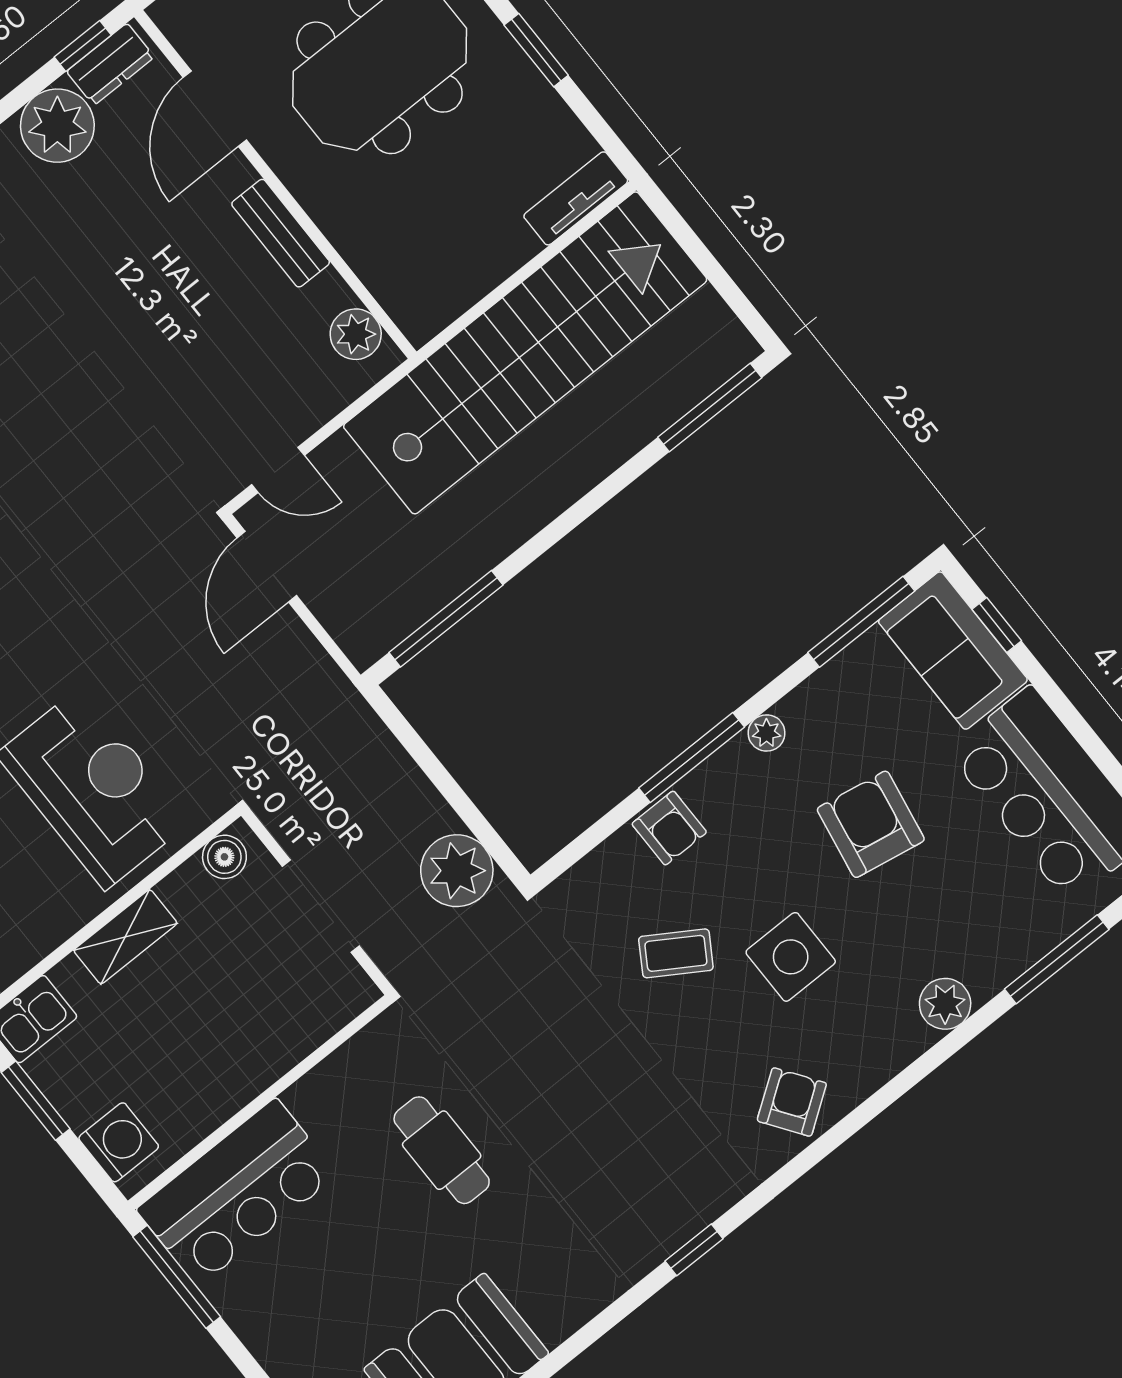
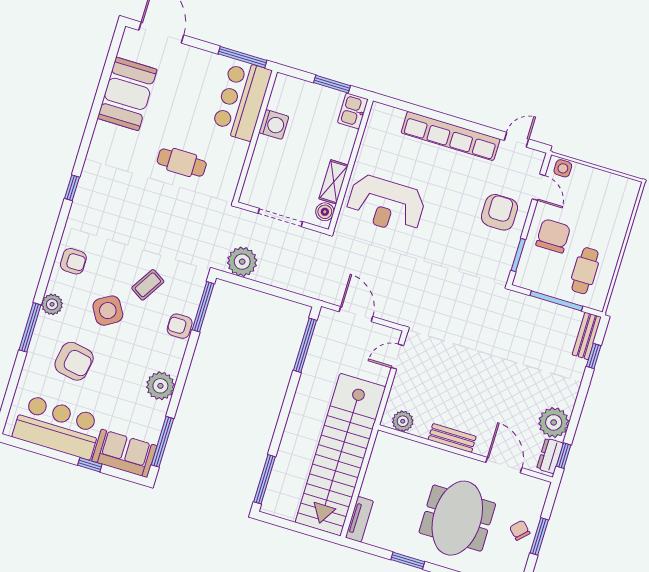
door: (267, 567) -> (356, 314), moved
window: (997, 625) -> (90, 465), moved
plant: (767, 733) -> (160, 386), width x1.88, depth x1.88
window: (692, 758) -> (203, 307), moved
armchair: (871, 824) -> (74, 361), moved
shelving: (125, 937) -> (334, 182), moved
side table: (791, 957) -> (108, 311), turned -31
window: (1057, 959) -> (30, 327), moved
plant: (945, 1004) -> (52, 304), moved
armchair: (792, 1102) -> (73, 261), turned -55
washing machine: (119, 1142) -> (274, 124), moved, turned -90

